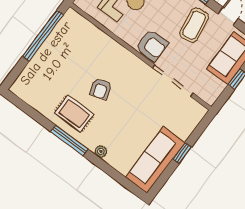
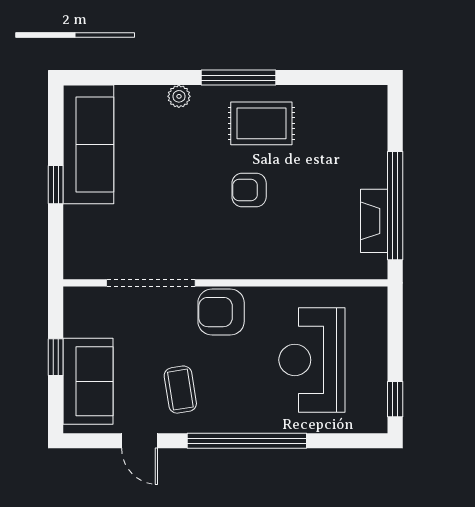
coffee table: (194, 25) -> (180, 390), width x0.73, depth x0.77
fireplace: (57, 36) -> (374, 221), added
armchair: (101, 89) -> (249, 190), turned -72

